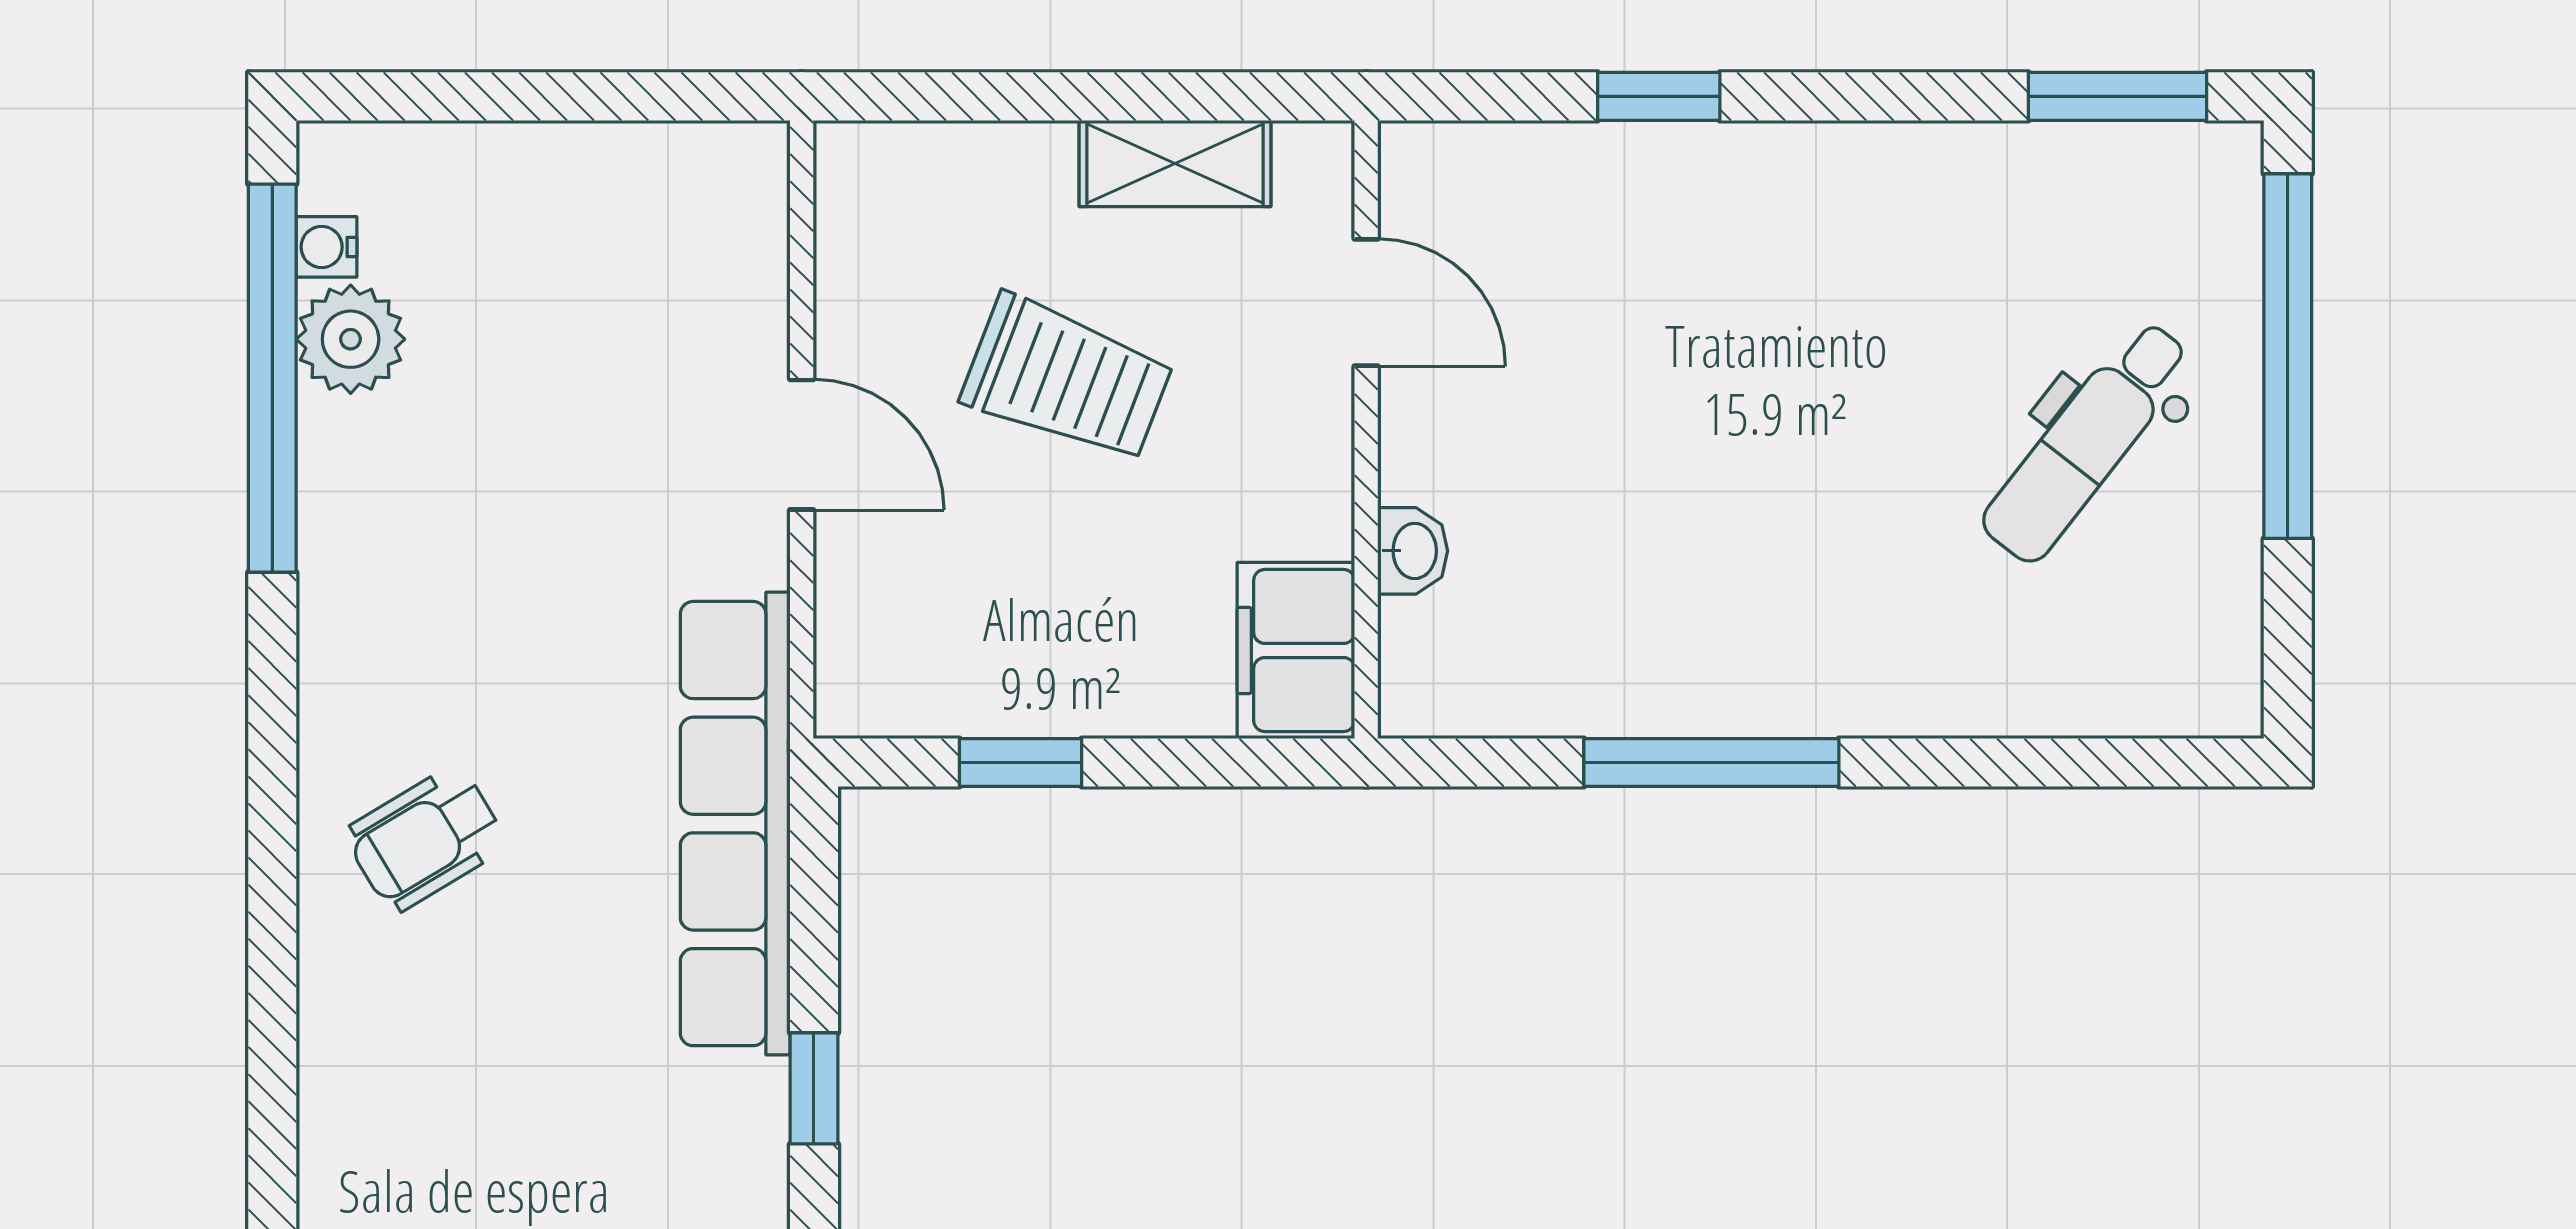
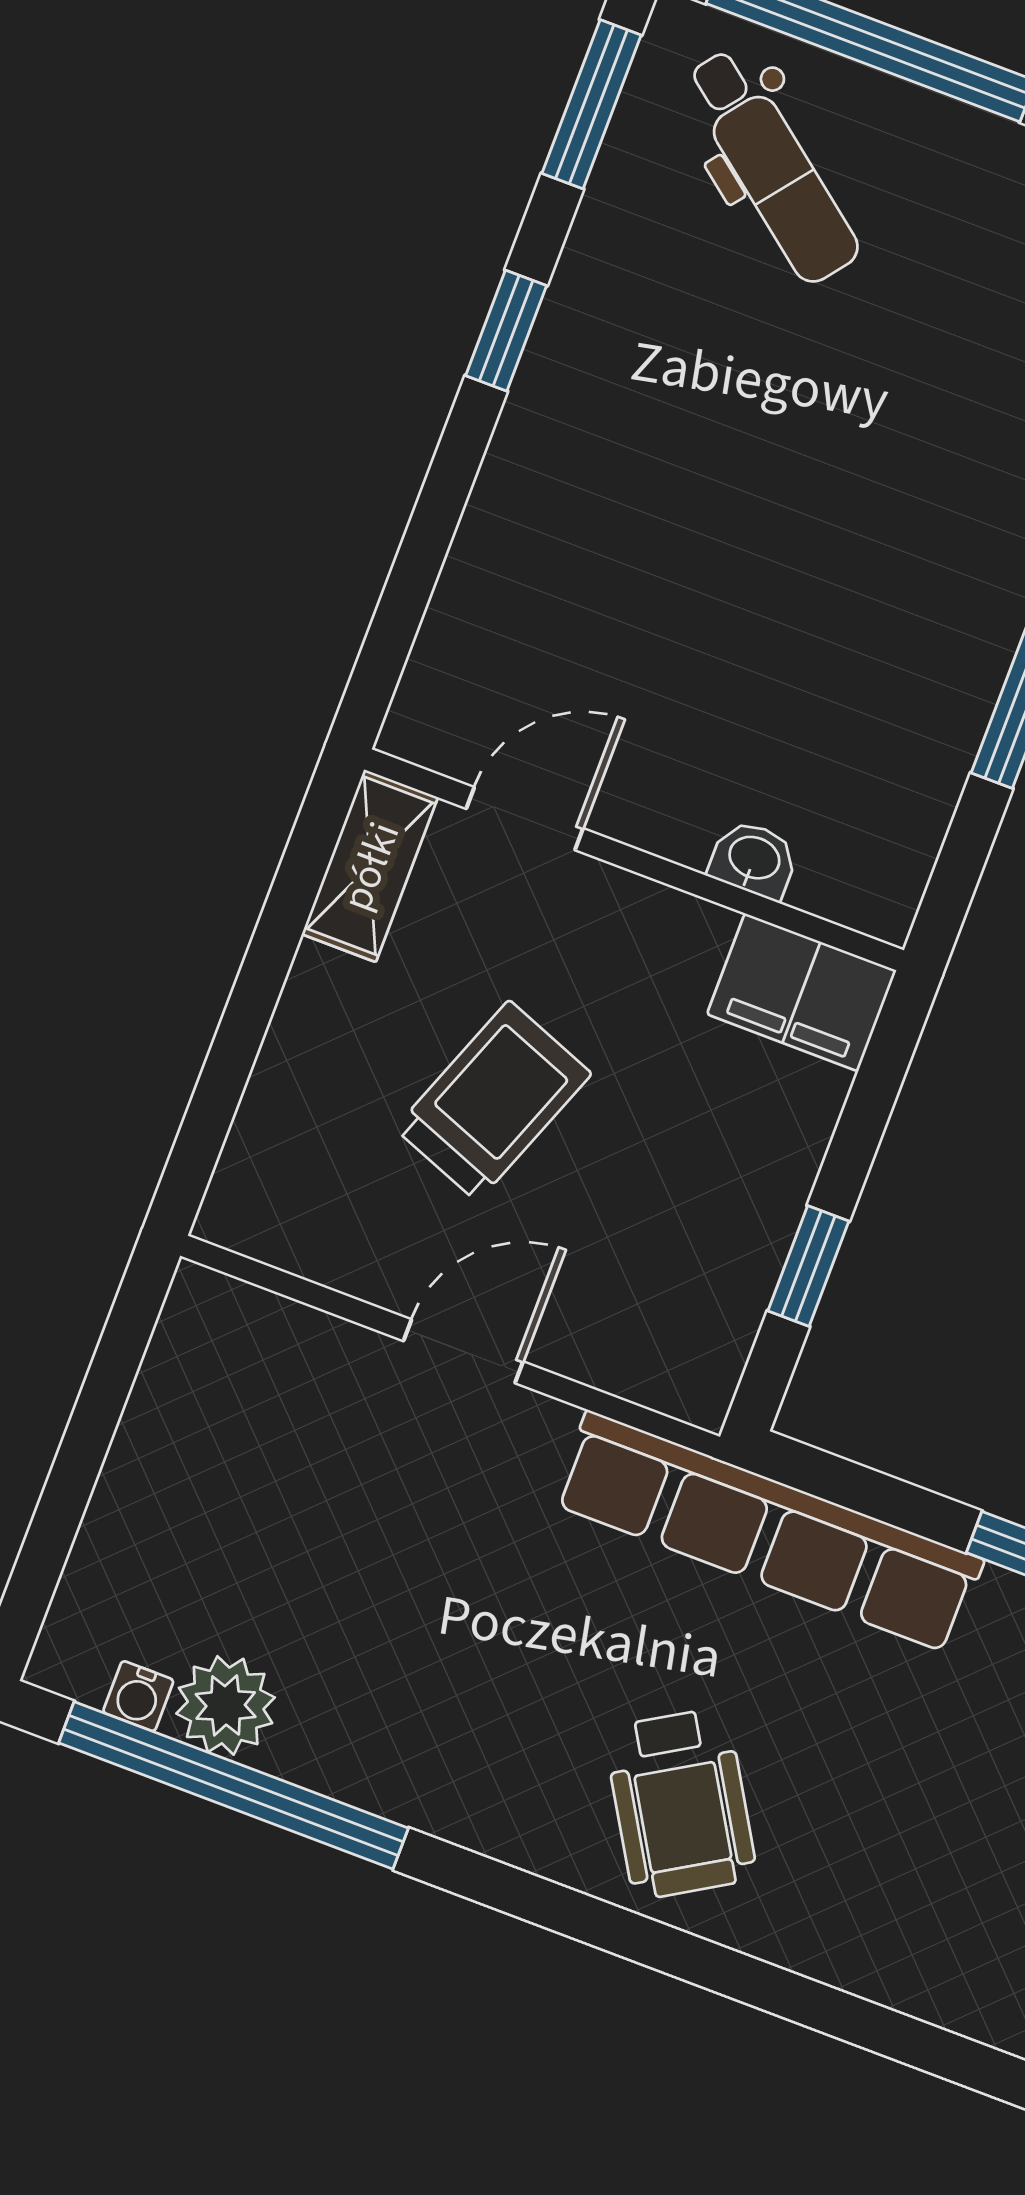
window: (1659, 96) -> (506, 331), moved
shelving: (1175, 163) -> (370, 866), moved
dental chair: (2087, 442) -> (772, 166), moved
wheelchair: (426, 839) -> (680, 1803), width x1.36, depth x1.37

